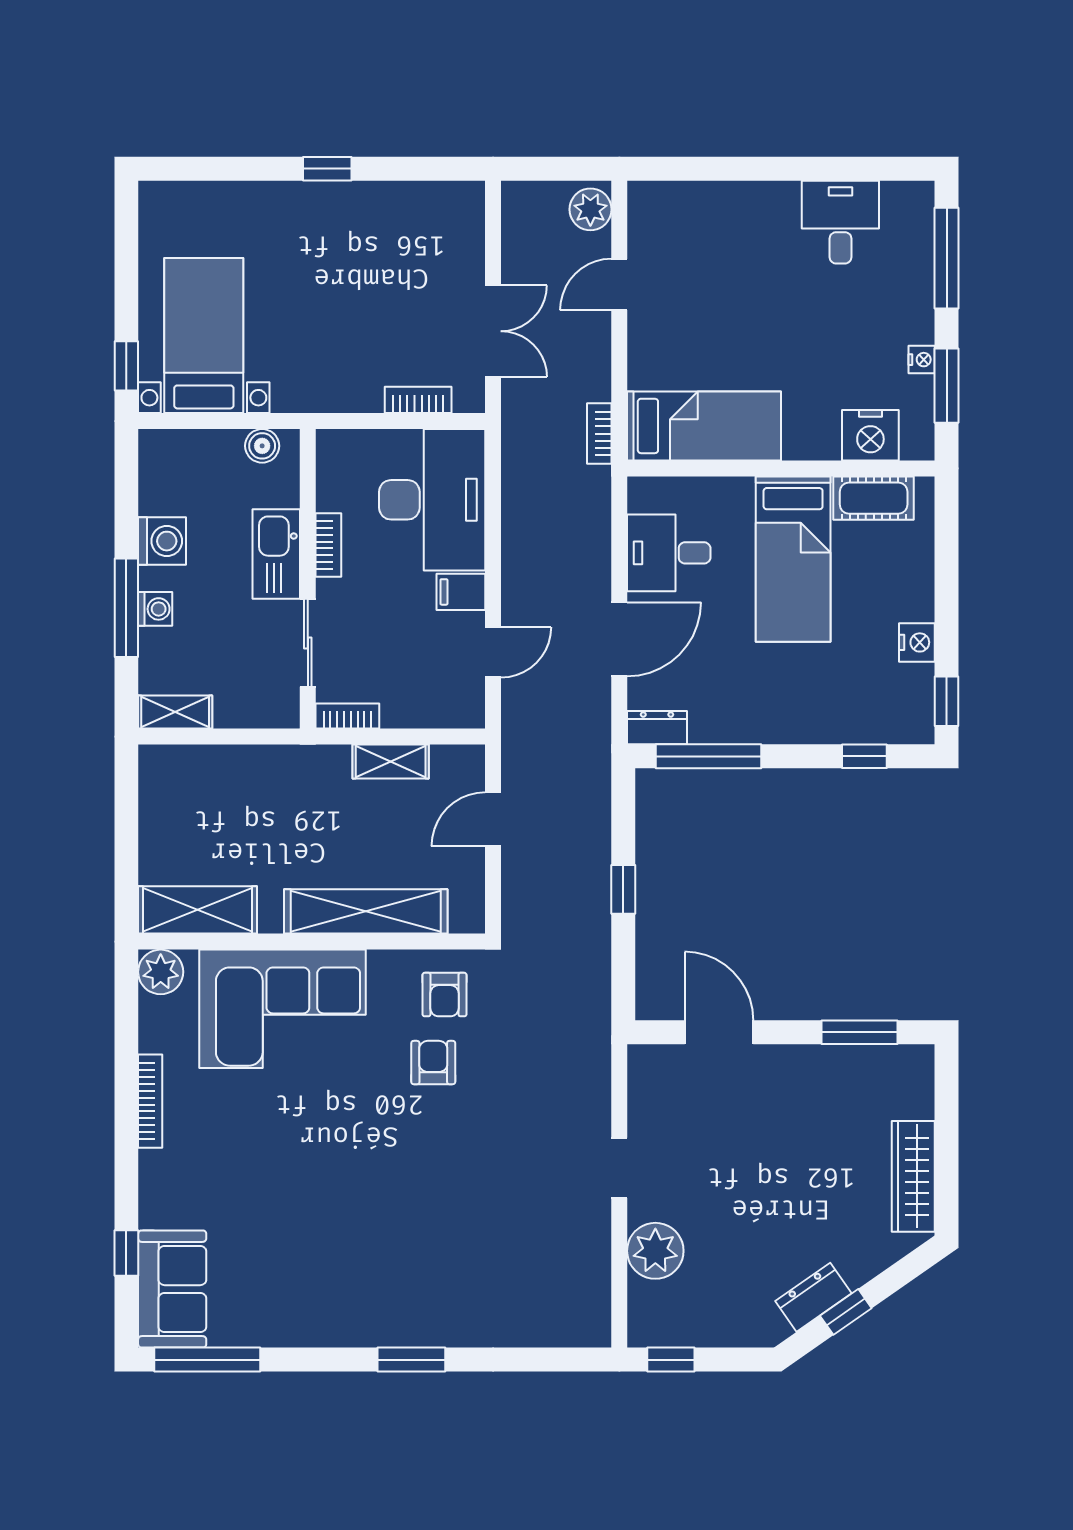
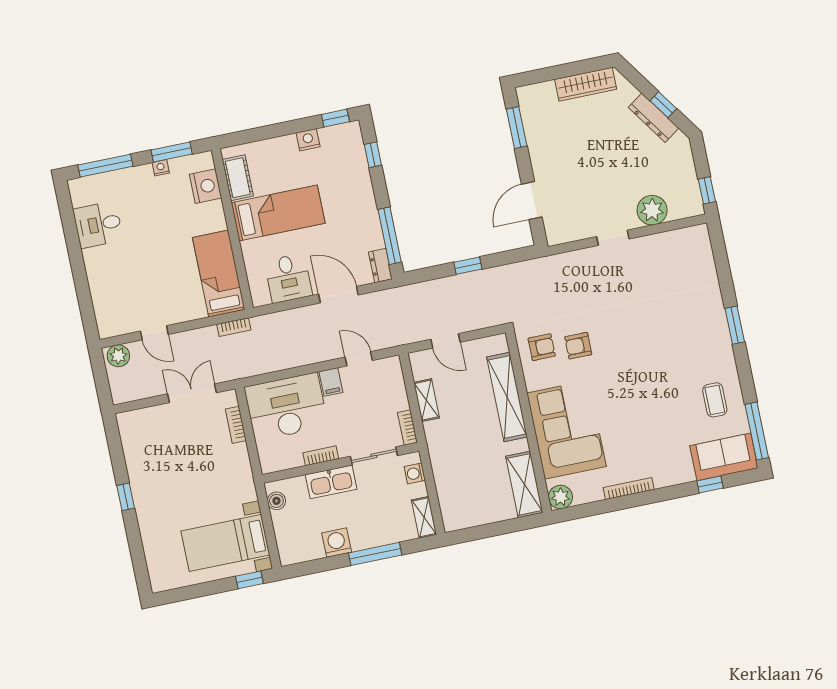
washing machine: (155, 609) -> (415, 473), moved, turned -90
coffee table: (281, 1294) -> (715, 400), added
dresser: (813, 1297) -> (654, 118), width x1.44

